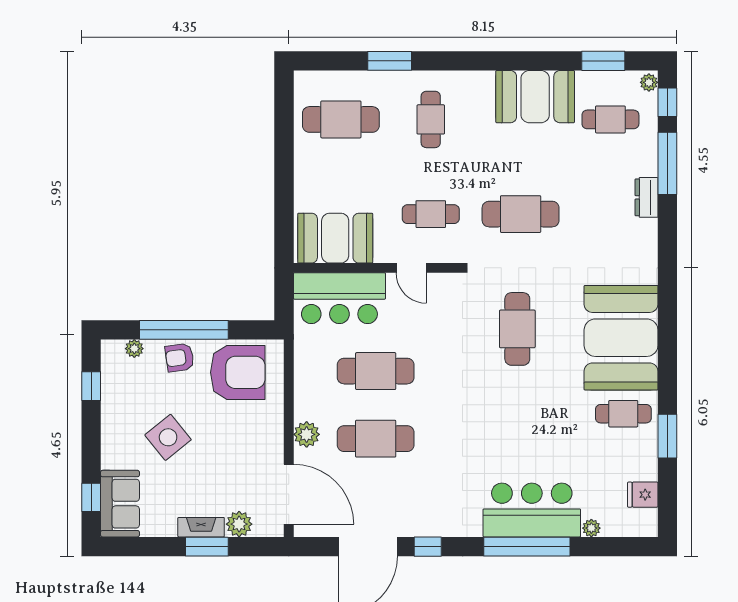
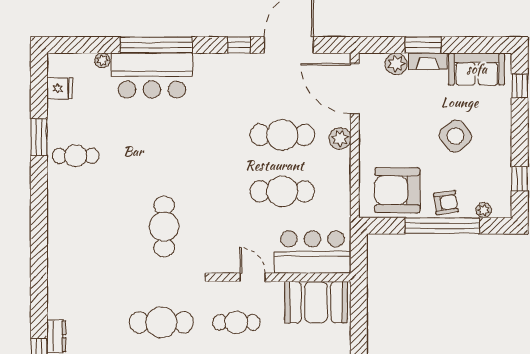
booth: (621, 338) -> (78, 219), removed
sofa: (120, 504) -> (477, 69), moved, turned -90

